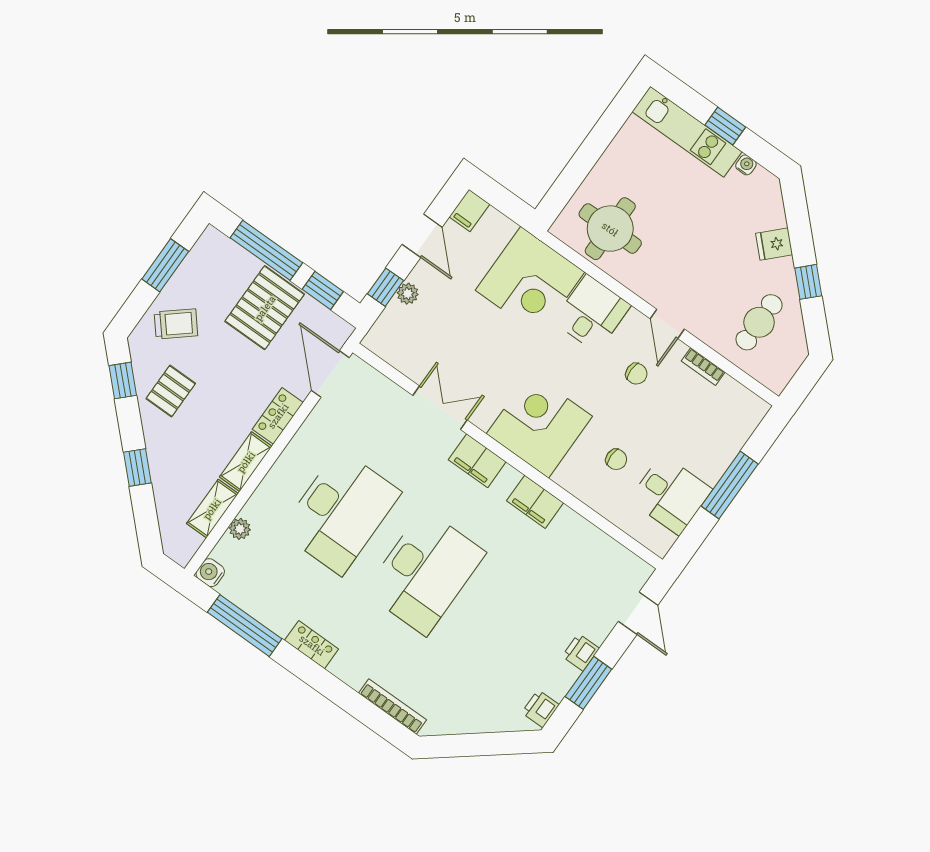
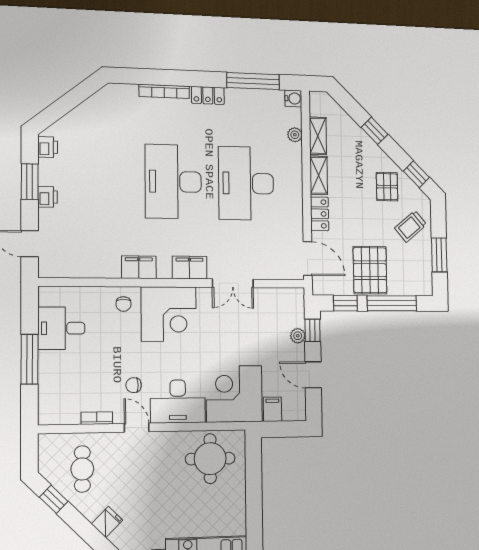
filing cabinet: (469, 211) -> (272, 409), moved
window: (808, 282) -> (54, 499), moved
desk: (592, 313) -> (178, 401), width x1.37
chair: (616, 459) -> (123, 304), moved, turned -90
bookcase: (393, 706) -> (164, 91), moved

